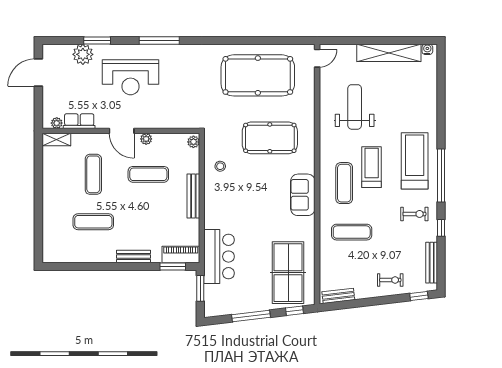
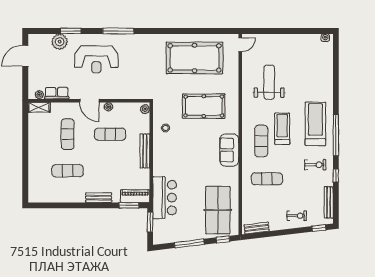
shelving: (389, 53) -> (296, 40), removed

